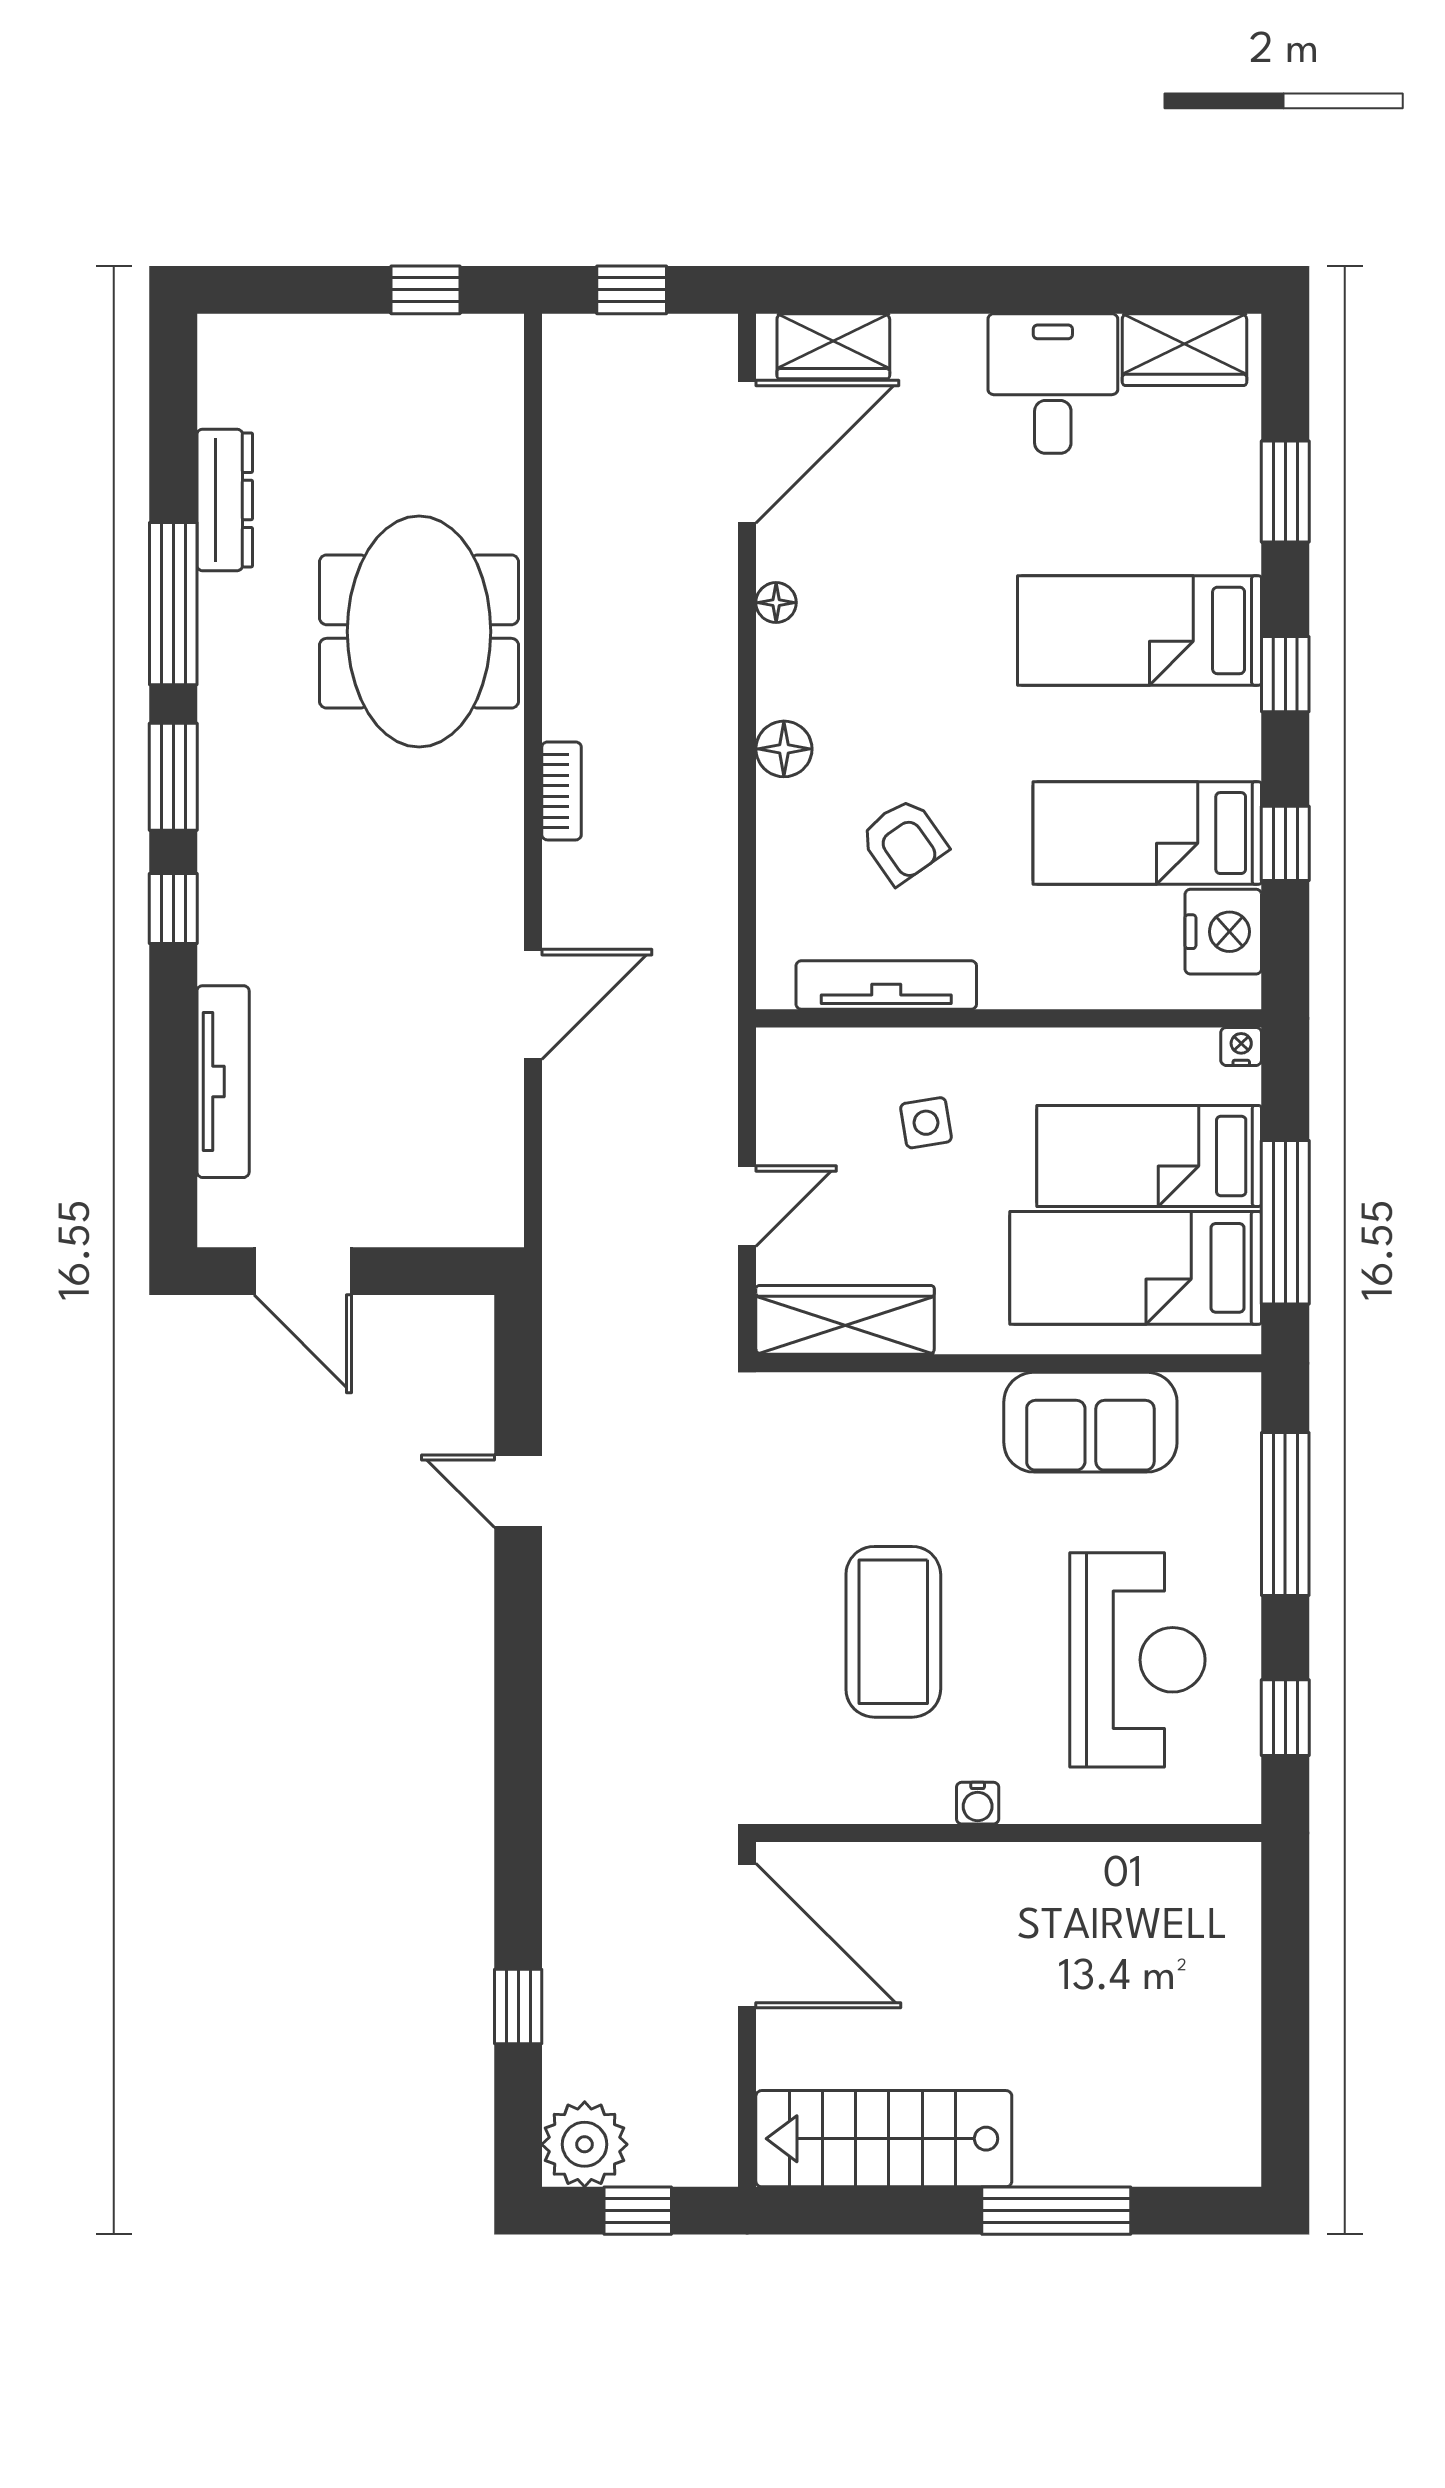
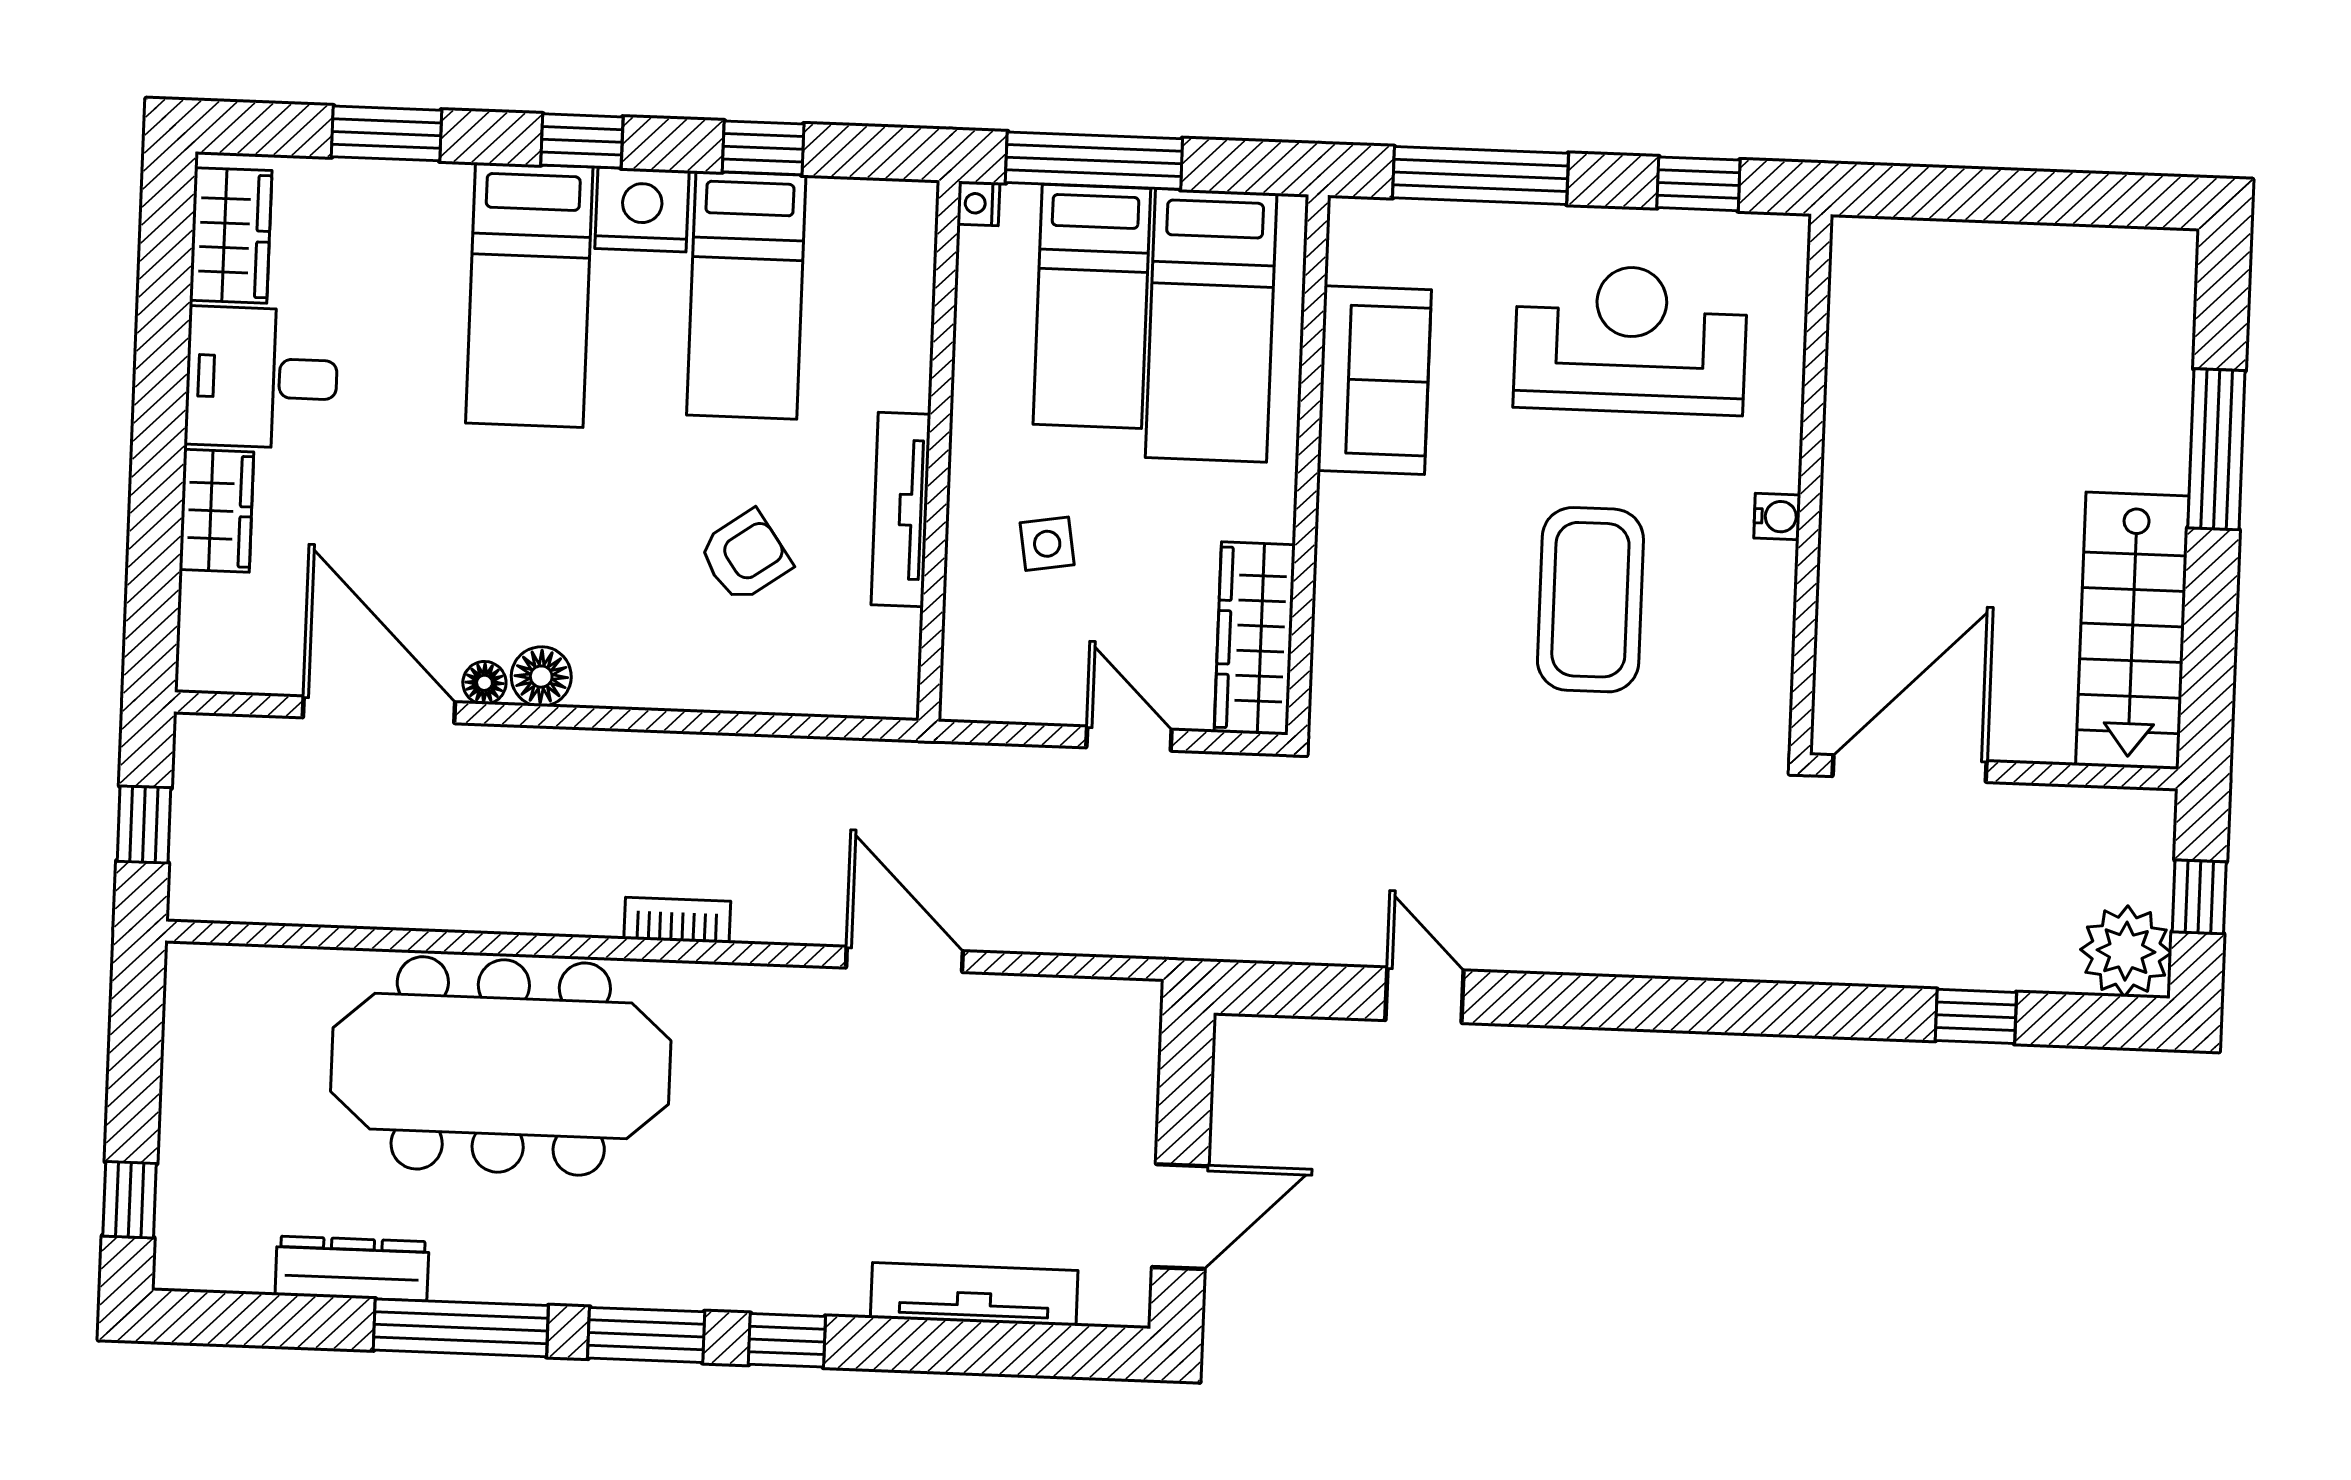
window: (426, 290) -> (130, 1200), moved
wardrobe: (833, 346) -> (216, 511), moved
door: (747, 452) -> (379, 710), moved
meeting table: (419, 632) -> (501, 1066), width x1.36
floor lamp: (784, 749) -> (541, 677), moved
nightstand: (1223, 932) -> (642, 210), moved
tv unit: (886, 985) -> (901, 509), moved
window: (1285, 1222) -> (1094, 161), moved
door: (518, 1491) -> (1424, 995), swing flipped
coffee table: (893, 1632) -> (1590, 600), turned 90

